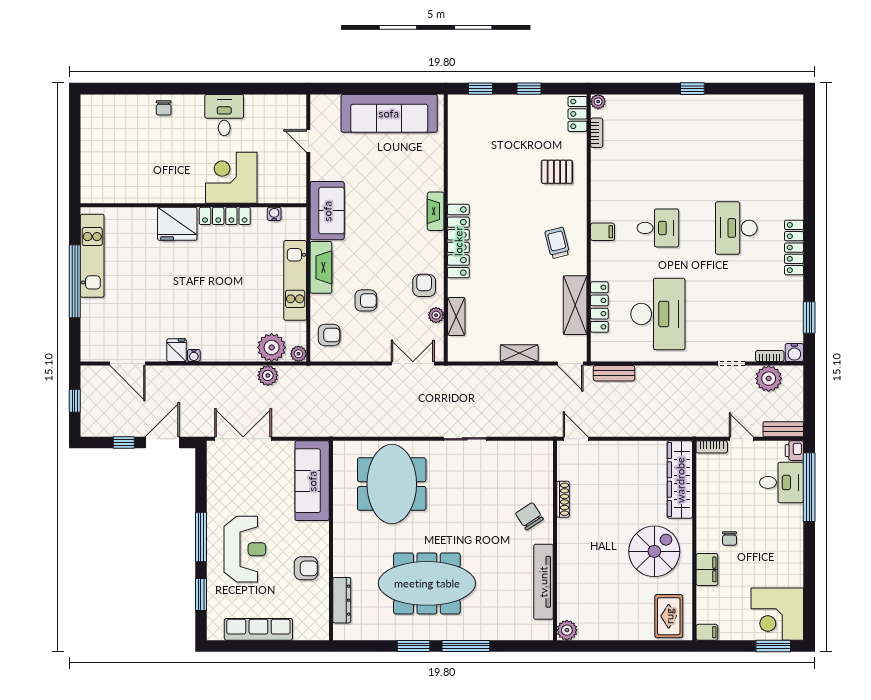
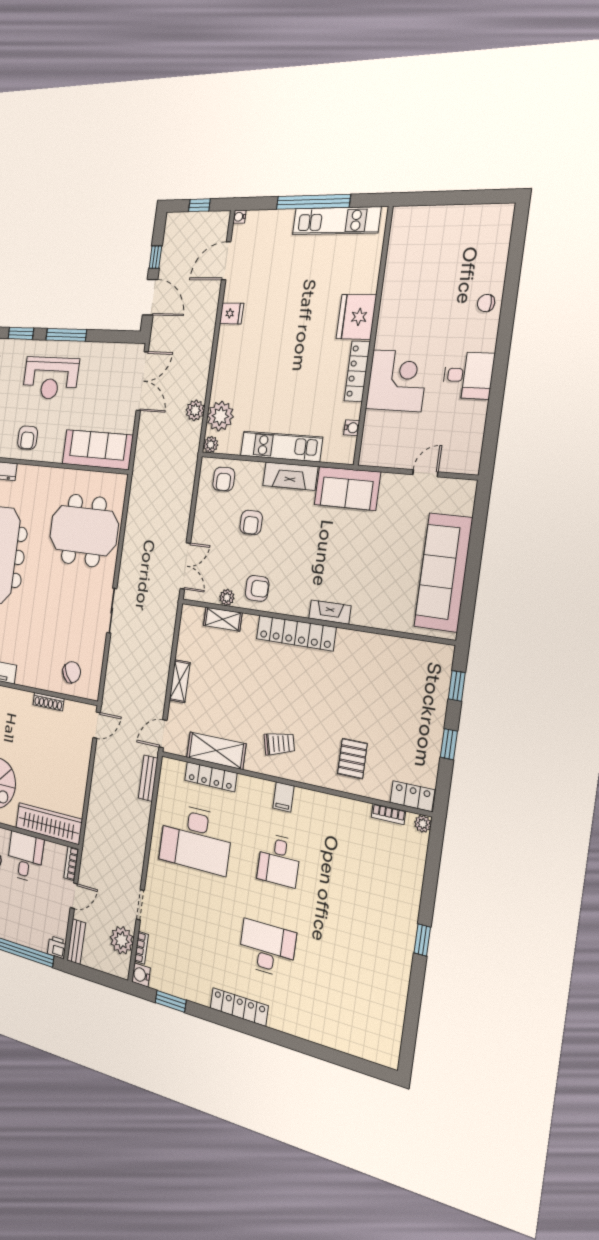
water cooler: (194, 355) -> (239, 217), moved
desk: (782, 482) -> (25, 857), moved, turned 180
chair: (529, 516) -> (72, 672), moved

